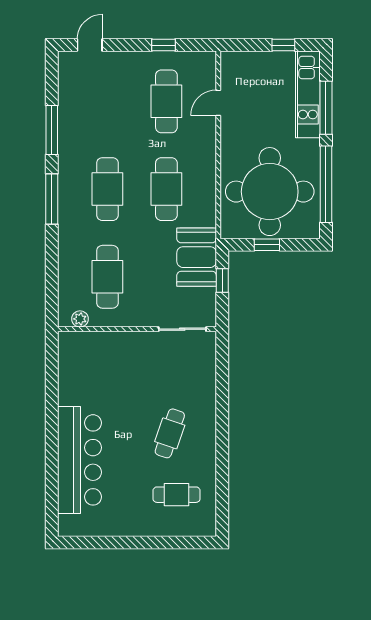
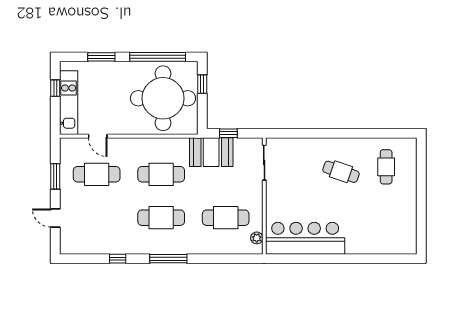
door: (90, 45) -> (55, 218), moved
window: (164, 45) -> (55, 176), width x1.50
kitchen unit: (308, 94) -> (69, 103), moved, turned -90
window: (326, 108) -> (101, 57), width x0.69
window: (52, 130) -> (118, 259), width x0.46
window: (267, 245) -> (202, 84), moved
bar counter: (79, 460) -> (305, 238), moved

